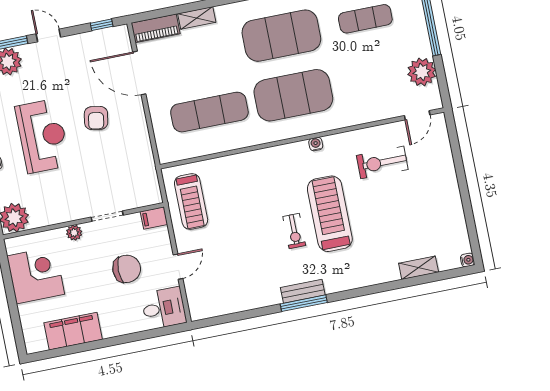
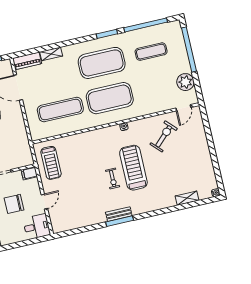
exercise bike: (382, 162) -> (164, 136), turned 136
chair: (127, 269) -> (14, 204), turned 180

